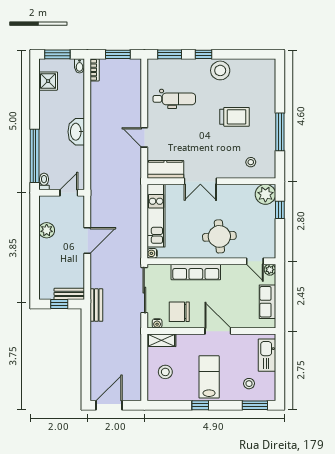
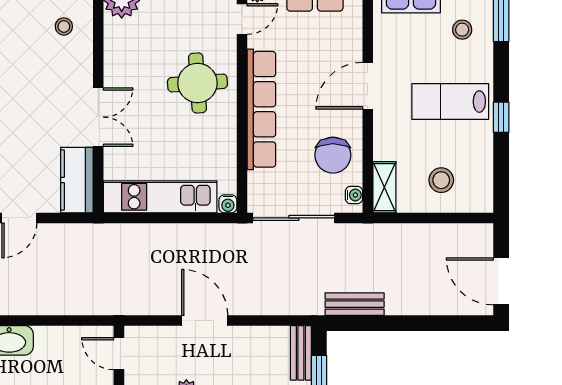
row of seats: (196, 272) -> (261, 109), width x1.36
bench: (96, 305) -> (355, 304), moved

